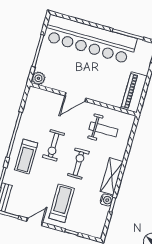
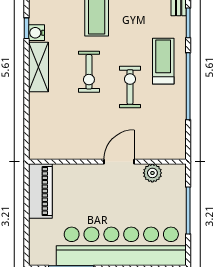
plant: (38, 78) -> (152, 173), moved
weight bench: (103, 129) -> (68, 128), removed

